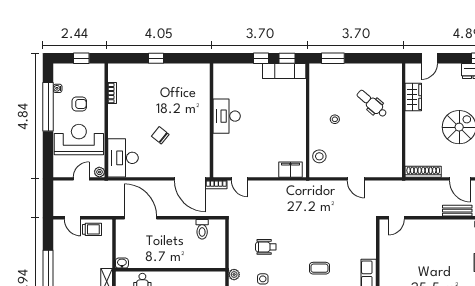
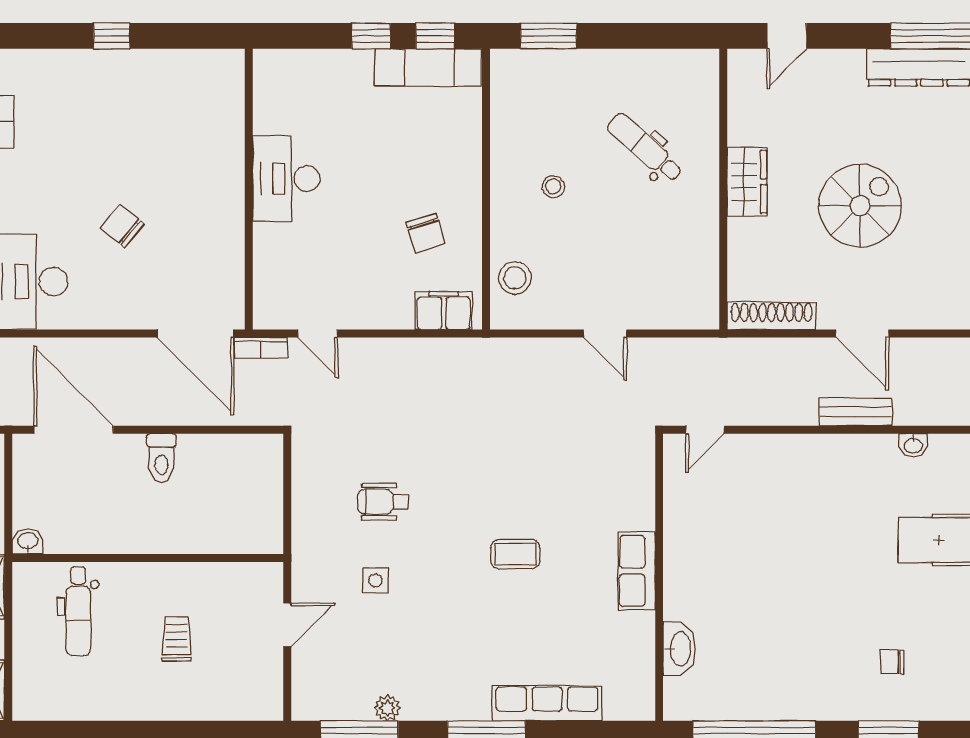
wardrobe: (413, 97) -> (747, 182), moved
chair: (283, 138) -> (425, 233), added
toilet: (202, 229) -> (161, 458), moved
plant: (234, 275) -> (305, 570), removed

